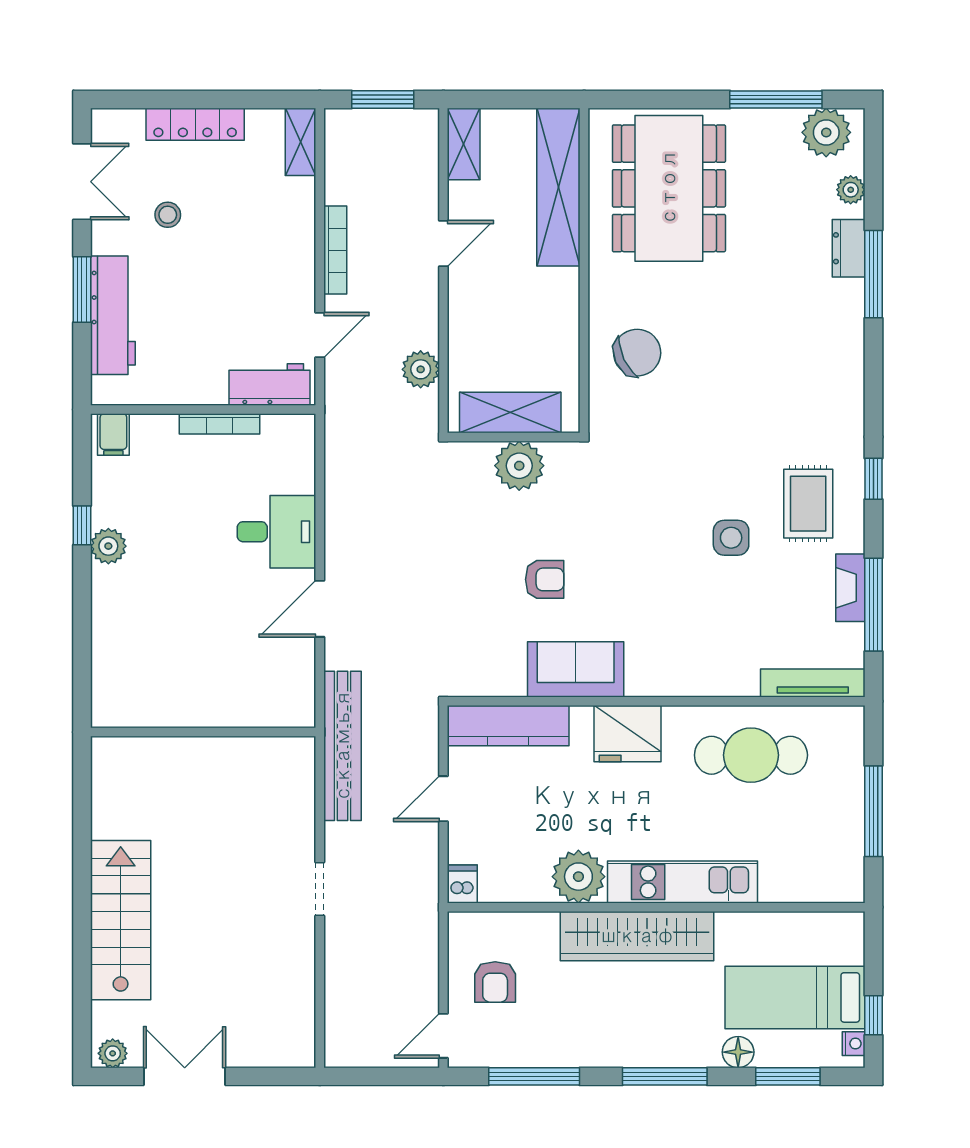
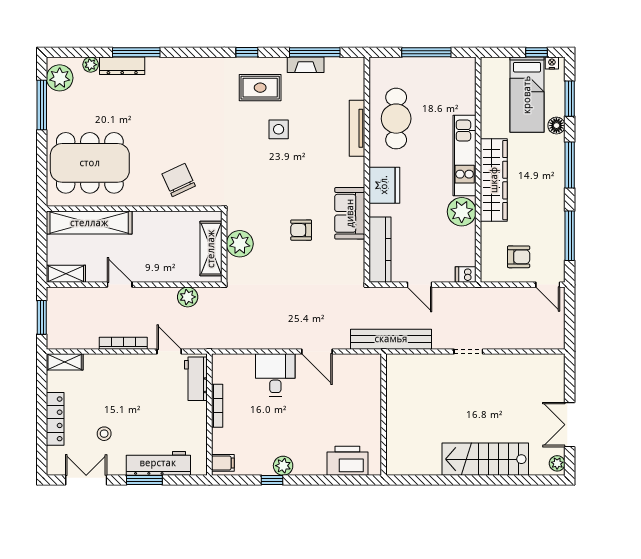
dresser: (849, 248) -> (122, 66), width x1.44
armchair: (545, 579) -> (301, 230), turned -90
printer: (118, 665) -> (347, 461), added
tv unit: (813, 683) -> (357, 128), moved

